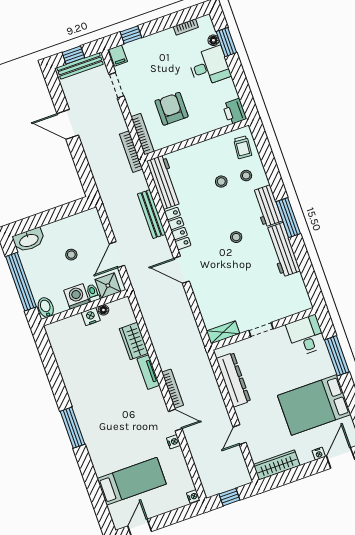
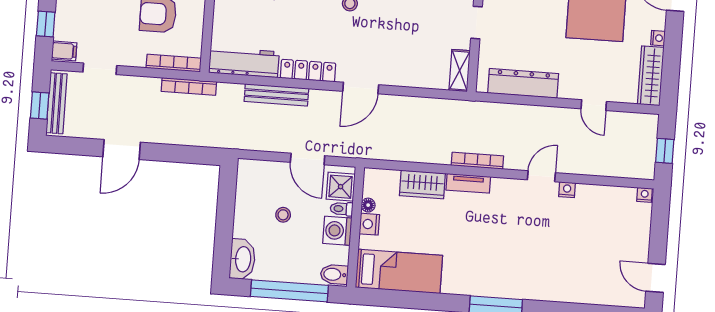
bookcase: (173, 389) -> (477, 161), moved
nightstand: (319, 454) -> (658, 38), moved
bed: (132, 481) -> (399, 271), moved, turned 90

